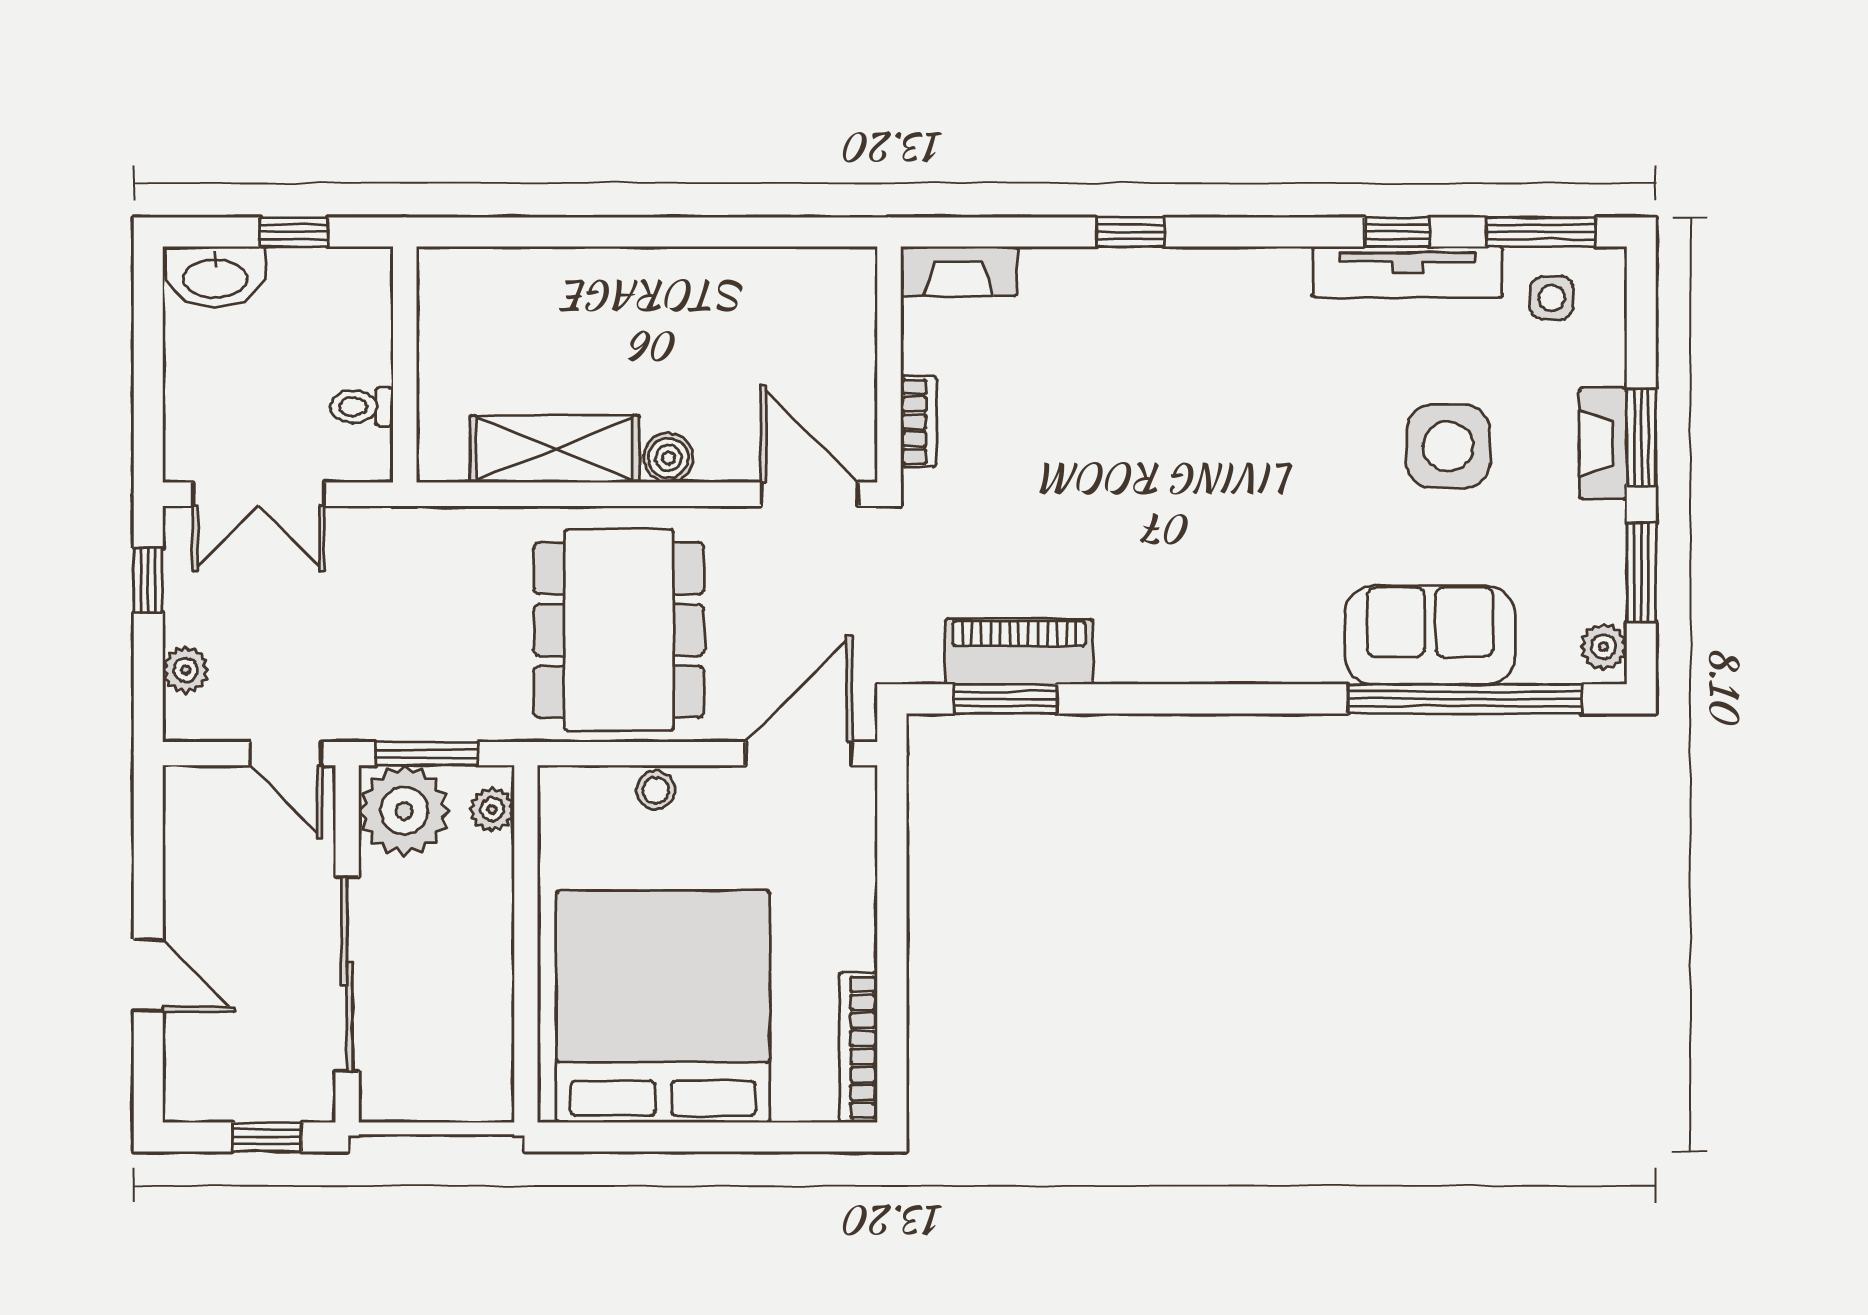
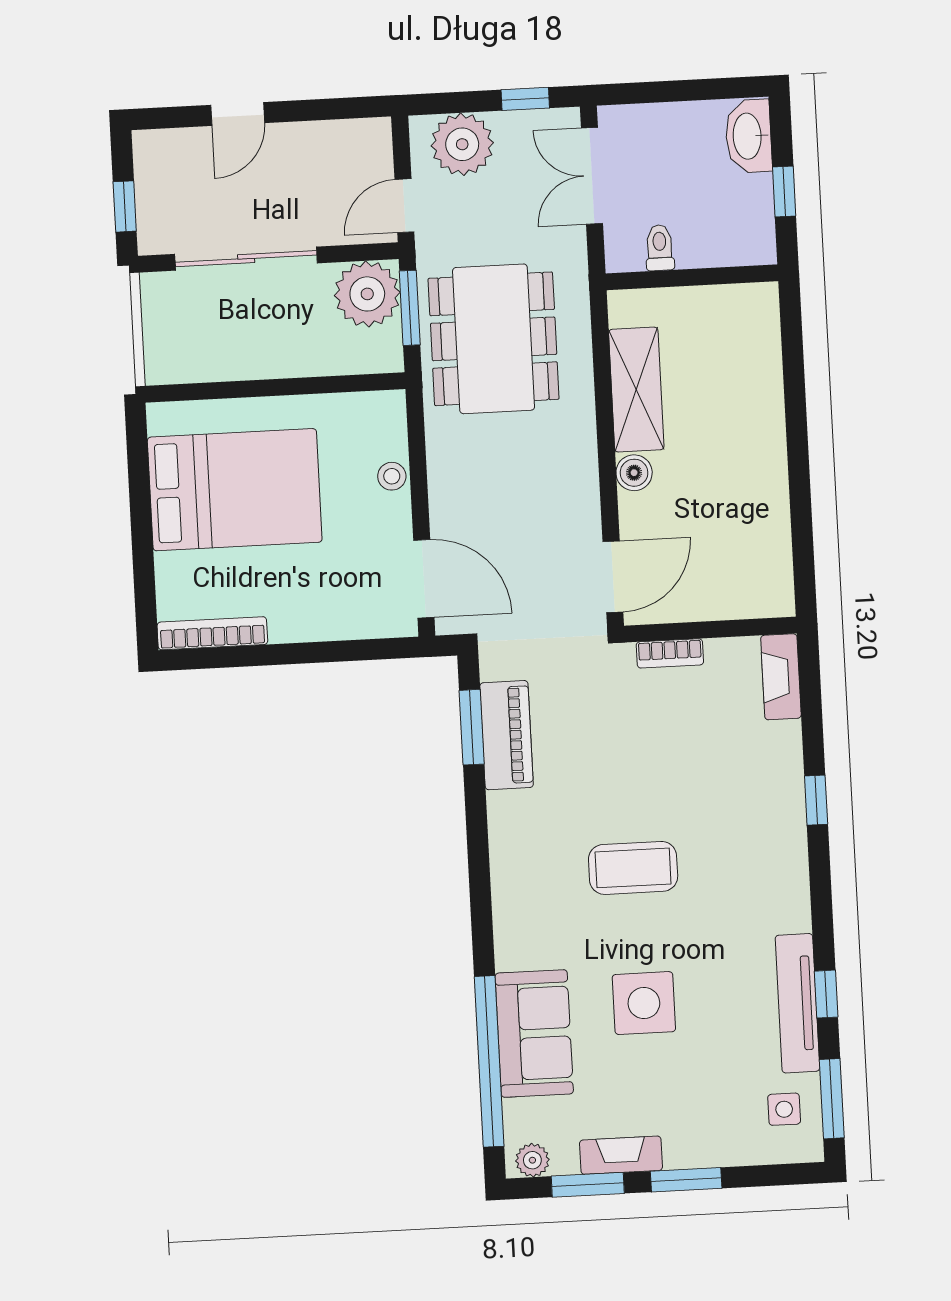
fireplace: (1603, 444) -> (621, 1155), moved
side table: (1448, 446) -> (644, 1003), moved
coffee table: (1210, 488) -> (633, 868), added
dining table: (619, 630) -> (494, 339), moved, turned 90
plant: (186, 670) -> (462, 144), width x1.88, depth x1.88
plant: (492, 809) -> (372, 358), removed
bed: (663, 1007) -> (235, 490), width x0.73

